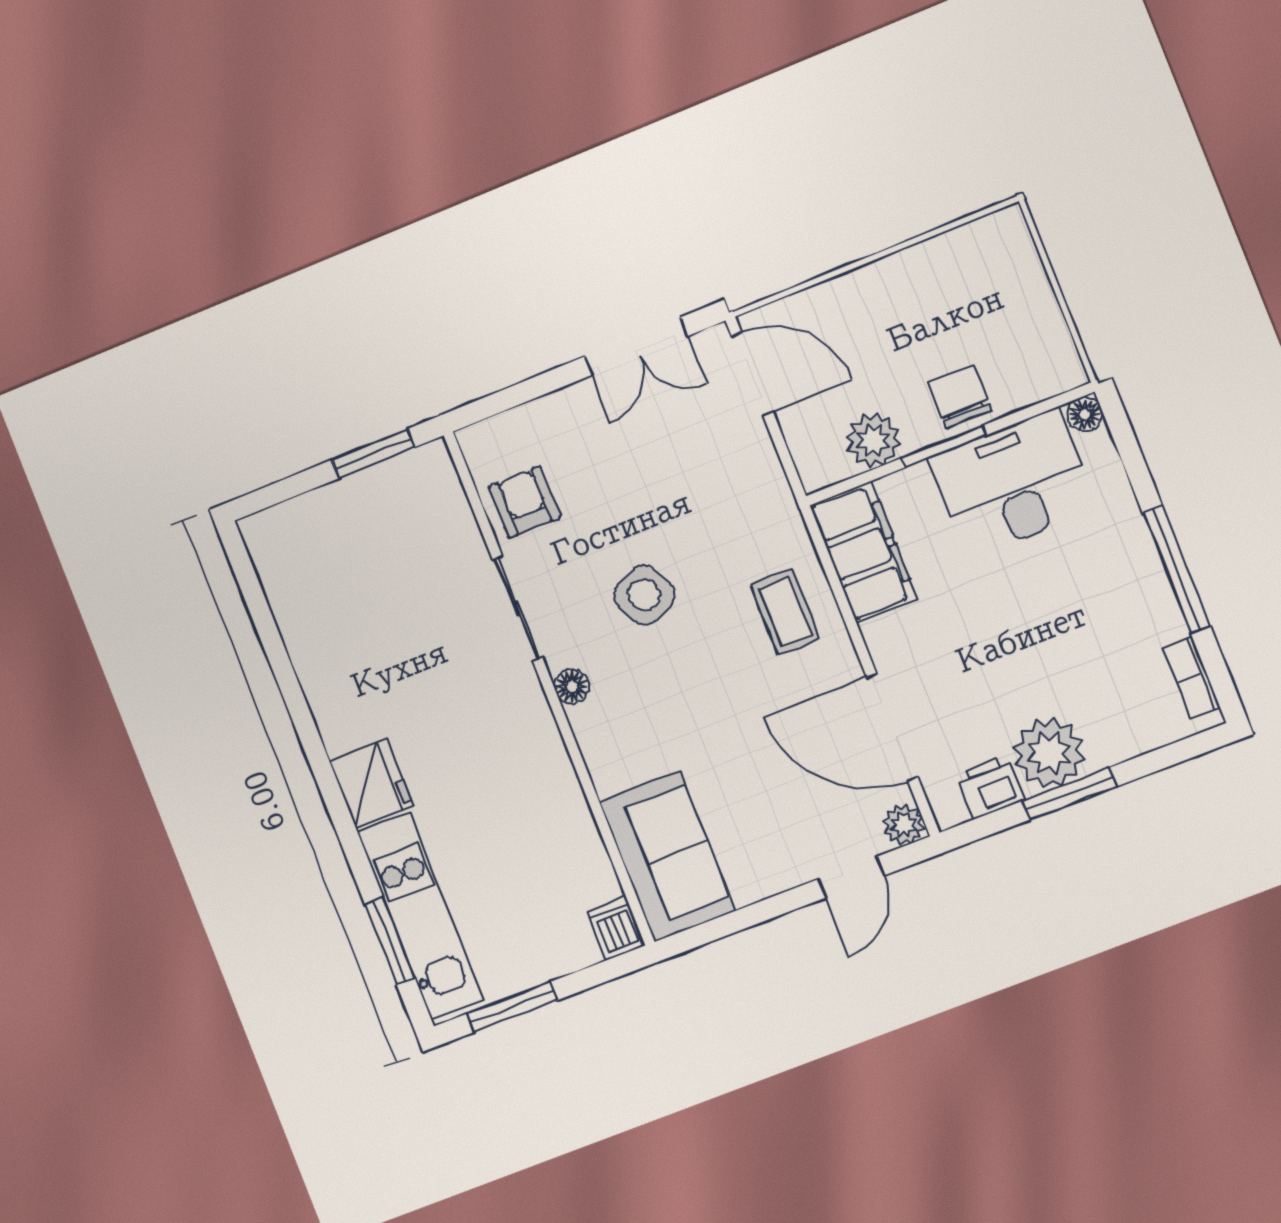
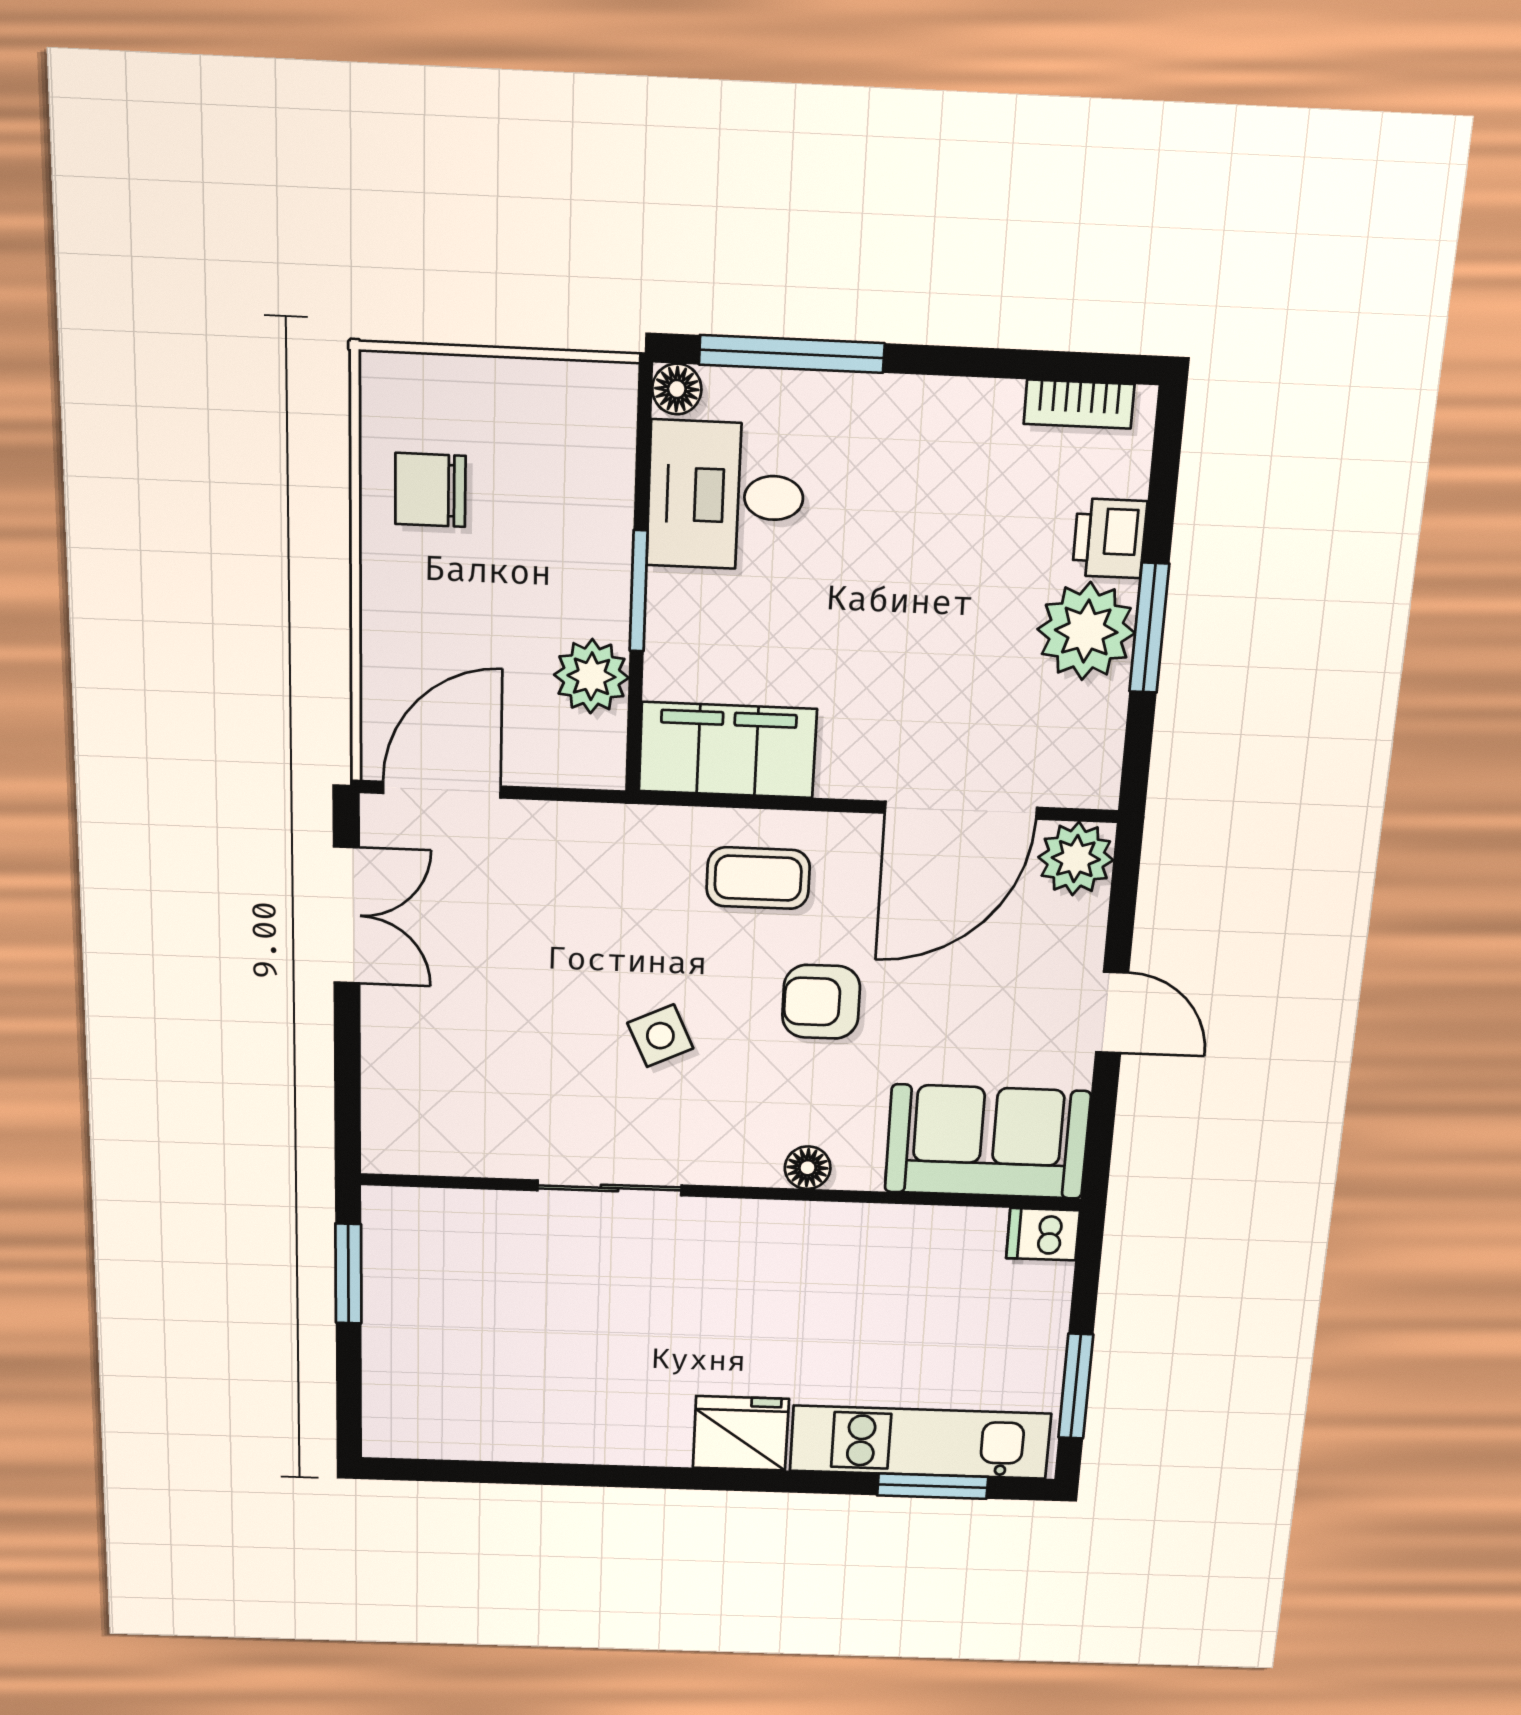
chair: (960, 397) -> (430, 490), moved
desk: (1013, 483) -> (726, 496), width x0.73
armchair: (525, 502) -> (821, 1002), moved
window: (1176, 569) -> (792, 354), moved
side table: (644, 595) -> (660, 1036), width x0.73, depth x0.73
floor lamp: (572, 686) -> (808, 1168), moved
printer: (990, 787) -> (1110, 538), moved
plant: (904, 825) -> (1076, 859), width x1.38, depth x1.38
door: (851, 877) -> (1112, 1013), moved

